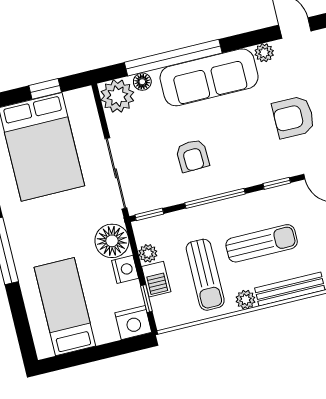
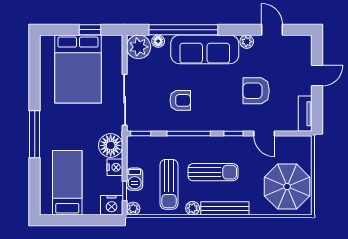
armchair: (192, 156) -> (180, 100), turned -88
plant: (148, 253) -> (133, 209), moved

